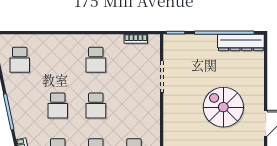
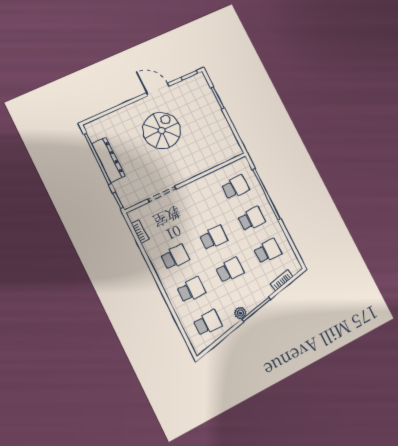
dresser: (241, 42) -> (108, 160), moved
school desk: (58, 60) -> (191, 290), added
plant: (13, 95) -> (240, 313), added
spiral stairs: (223, 107) -> (162, 131), turned 180

